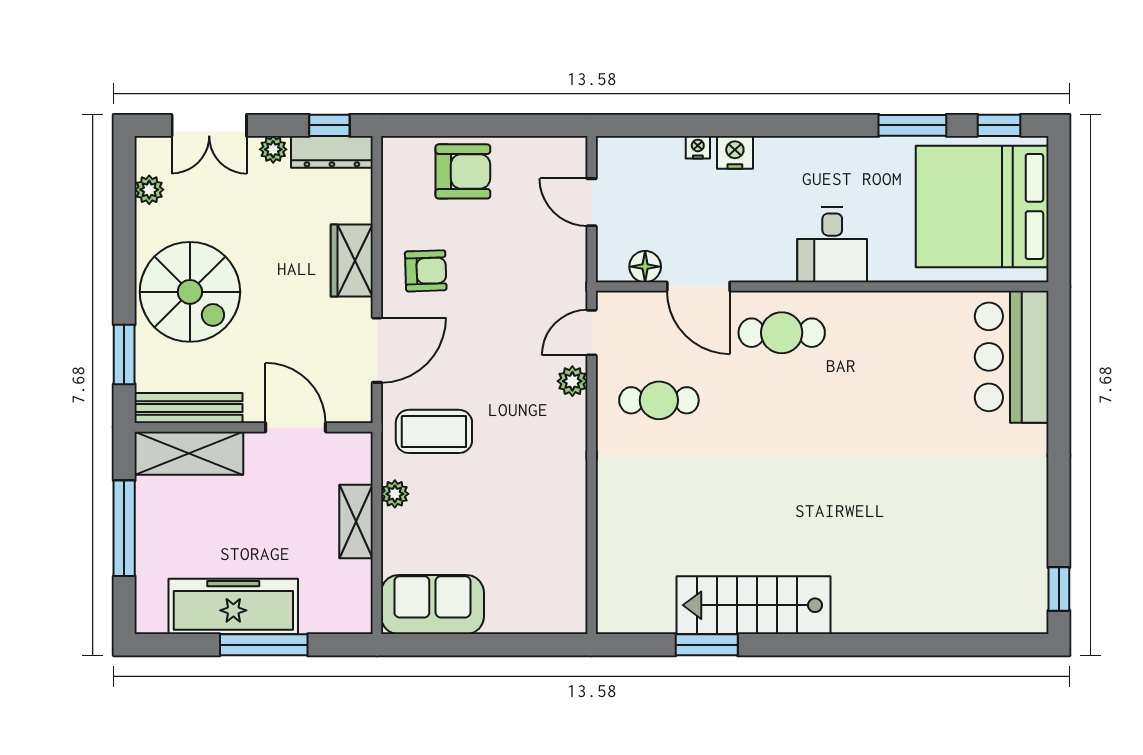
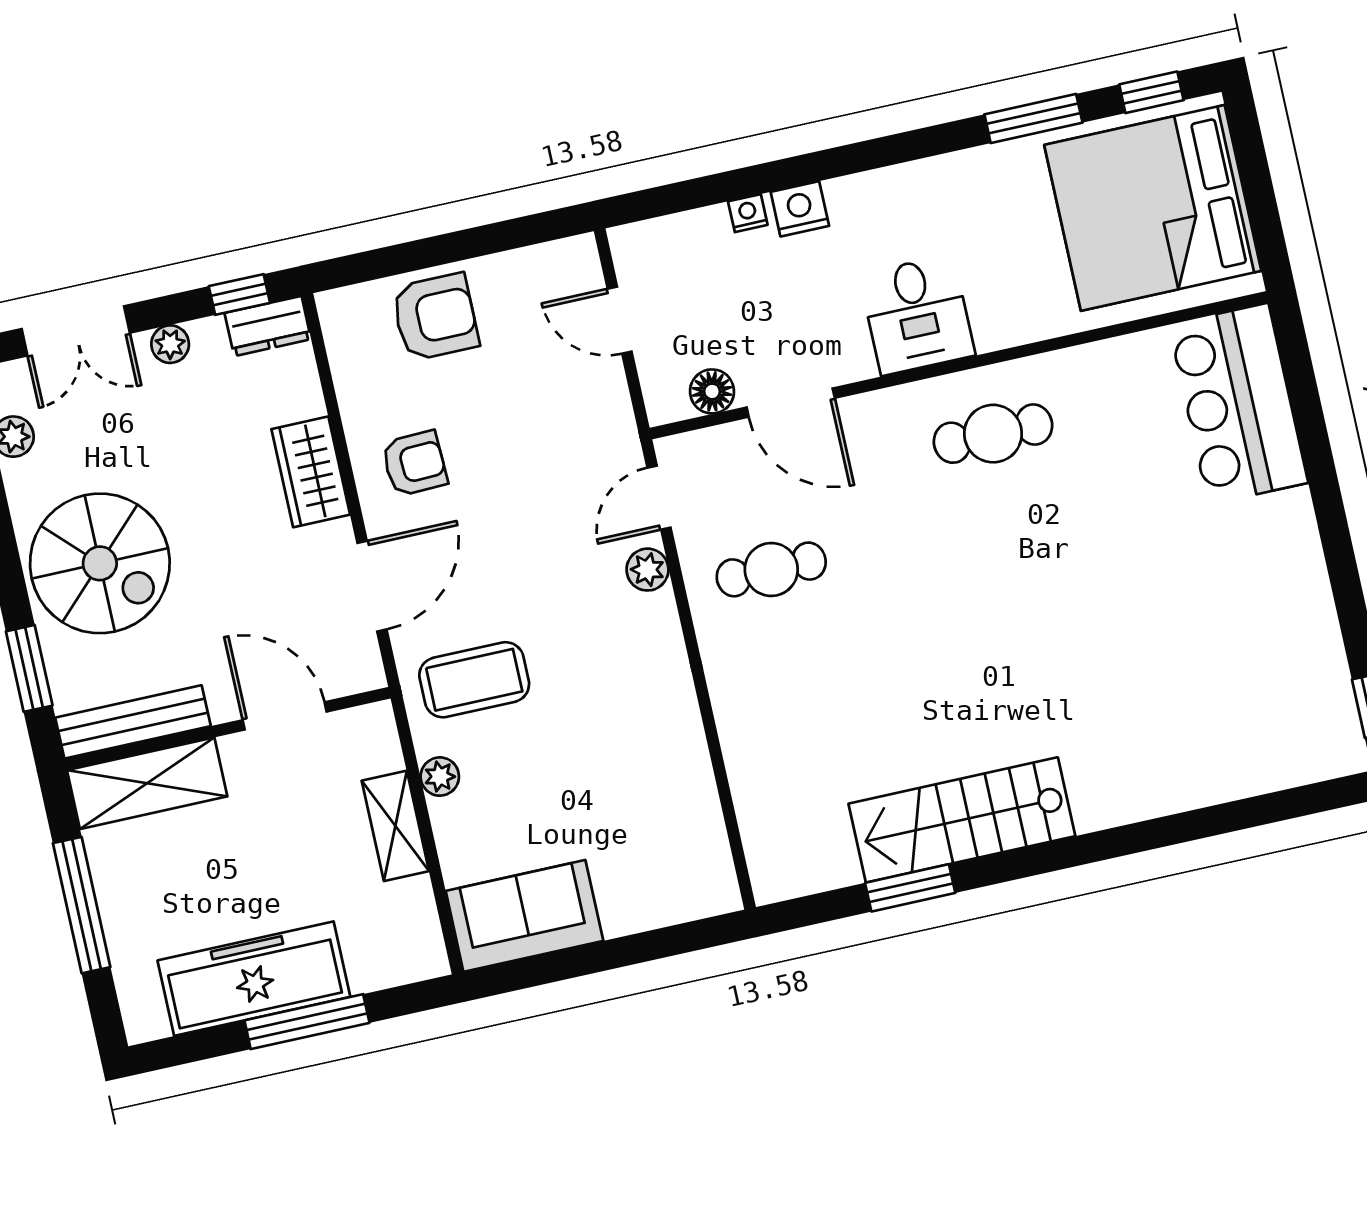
dresser: (332, 152) -> (268, 326), width x0.70
desk: (832, 245) -> (917, 315), moved
cafe table: (782, 333) -> (993, 434), moved

